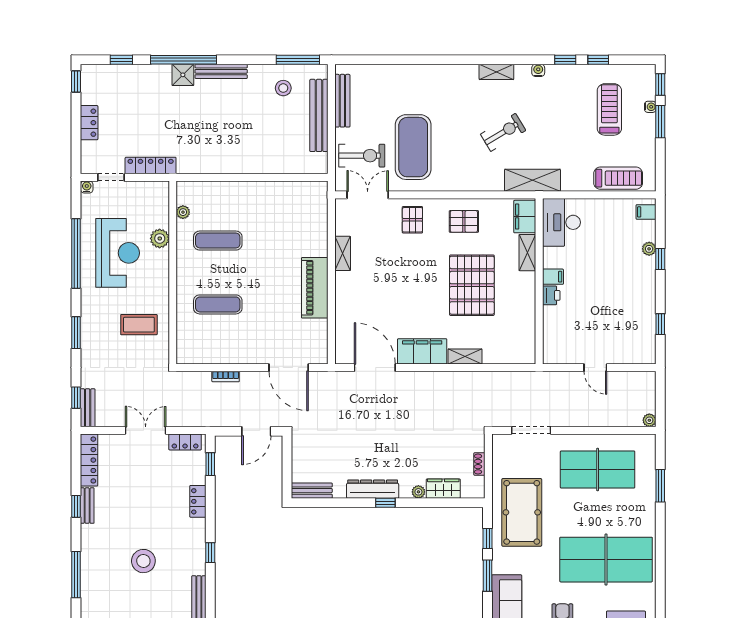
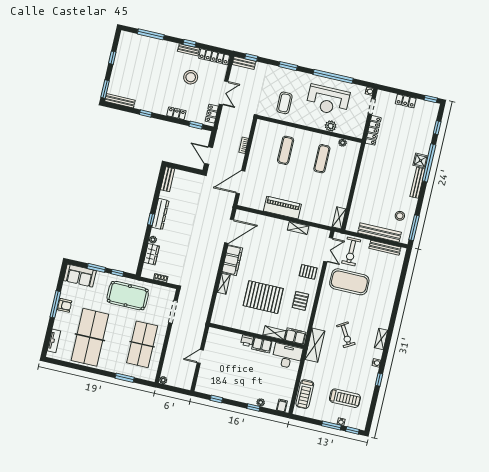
window: (598, 60) -> (375, 398), removed
shelving: (310, 189) -> (339, 218), added
filing cabinet: (553, 277) -> (262, 345), width x2.00
stool: (143, 561) -> (191, 77), moved

